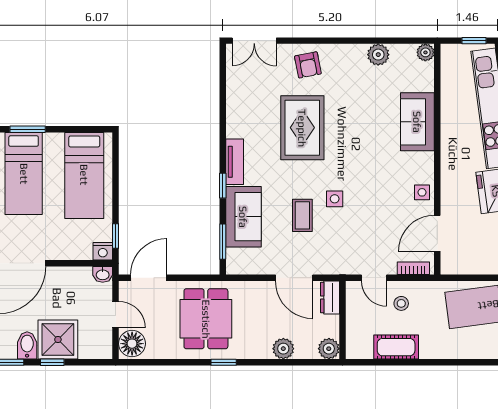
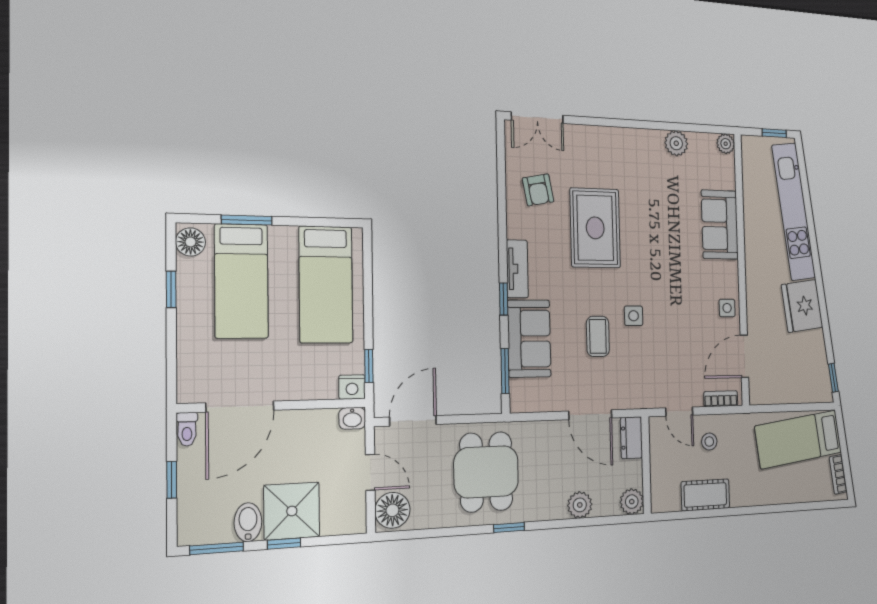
armchair: (308, 65) -> (538, 190), moved

